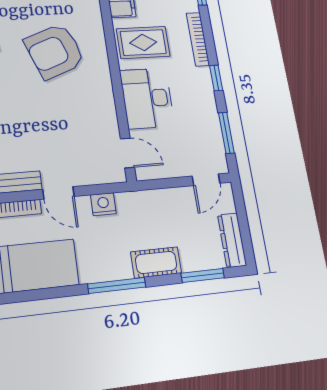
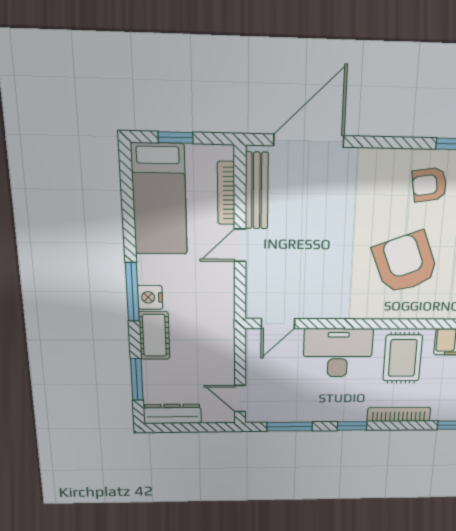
nightstand: (103, 204) -> (150, 297), moved, turned 180

